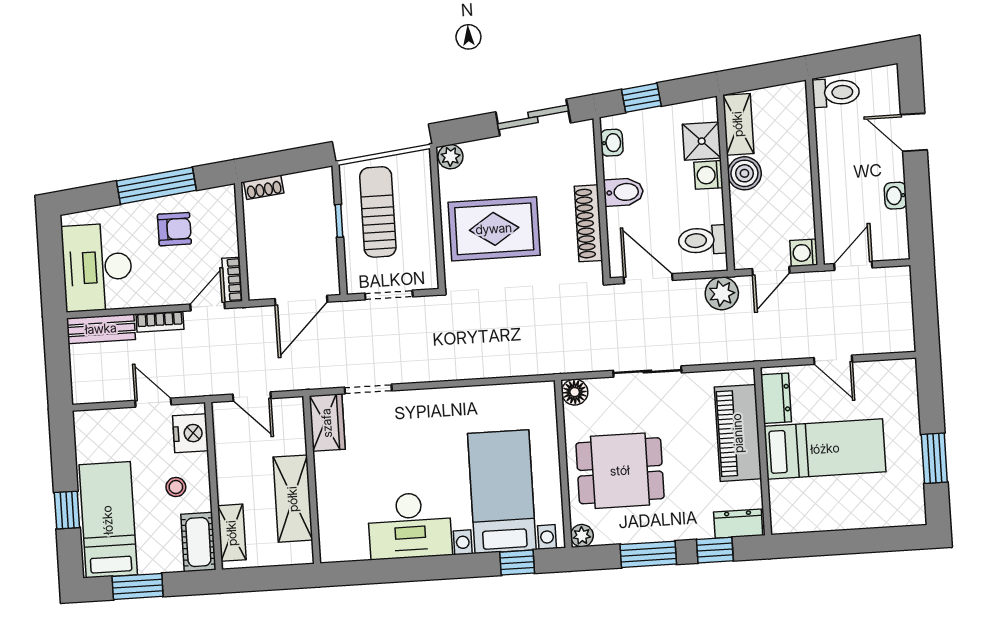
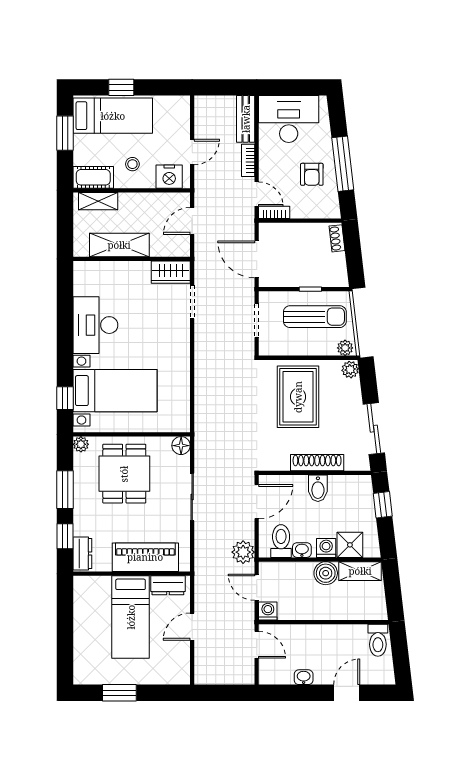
washbasin: (612, 143) -> (302, 550), moved, turned 180
plant: (420, 166) -> (345, 348), added
shoe rack: (589, 223) -> (317, 463), moved

